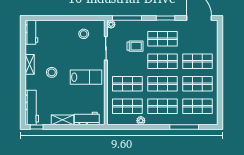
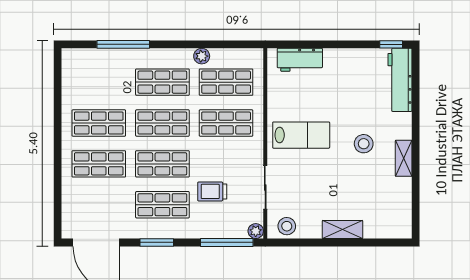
workbench: (31, 32) -> (400, 217), removed
stool: (84, 34) -> (287, 226), moved
lab bench: (86, 77) -> (301, 135), turned 180
shop shelf: (197, 106) -> (99, 82), removed
shelving: (62, 120) -> (342, 230), moved

